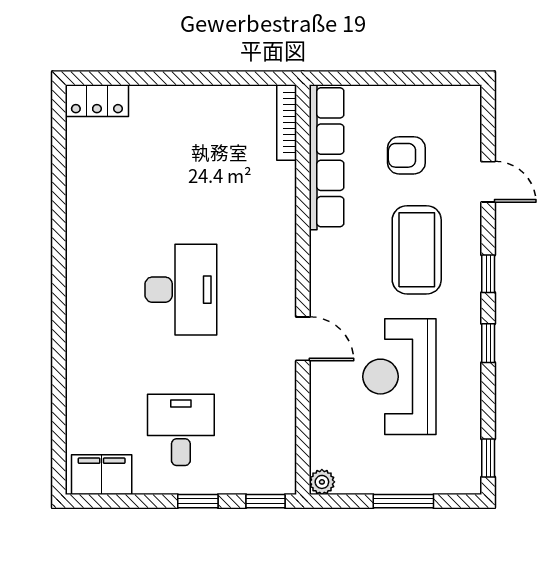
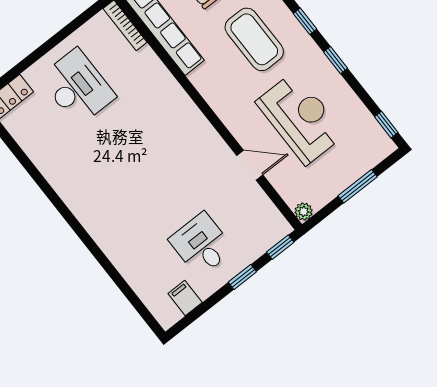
desk: (181, 290) -> (78, 87), moved
door: (303, 339) -> (250, 165), moved
reception desk: (399, 377) -> (300, 118), turned 180
filing cabinet: (102, 475) -> (185, 298), width x0.50

